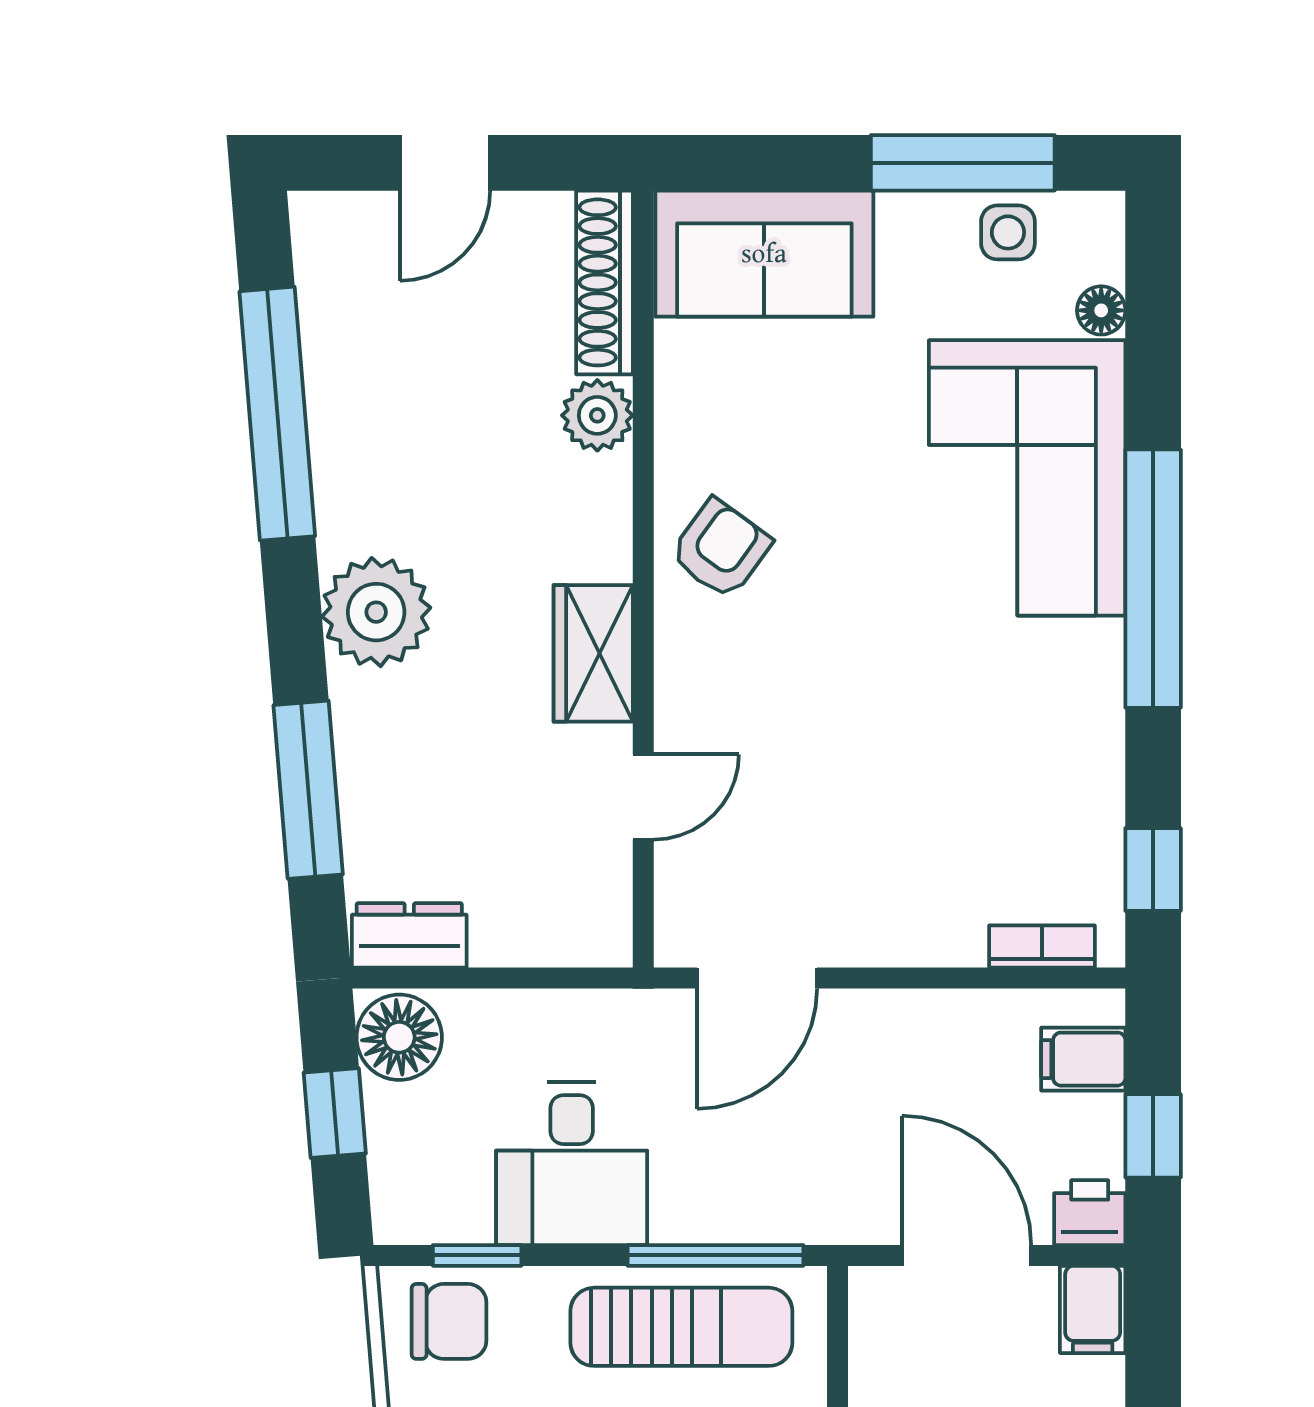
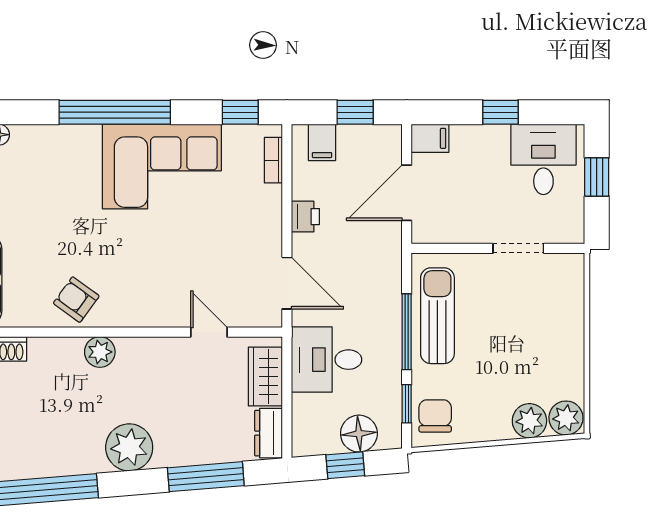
plant: (597, 415) -> (100, 352), moved
corner sofa: (1027, 478) -> (162, 167), moved
armchair: (721, 549) -> (76, 300), moved
wardrobe: (593, 653) -> (265, 377), moved, turned 90
floor lamp: (399, 1037) -> (359, 434), moved
desk: (572, 1164) -> (327, 360), moved, turned 180
printer: (1090, 1213) -> (305, 217), moved, turned 180
window: (716, 1255) -> (407, 332), moved

